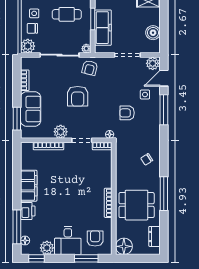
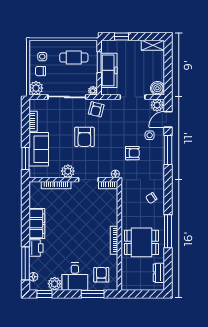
boiler: (153, 33) -> (157, 88), moved
armchair: (127, 113) -> (132, 153), turned 180
floor lamp: (124, 246) -> (129, 282), removed

